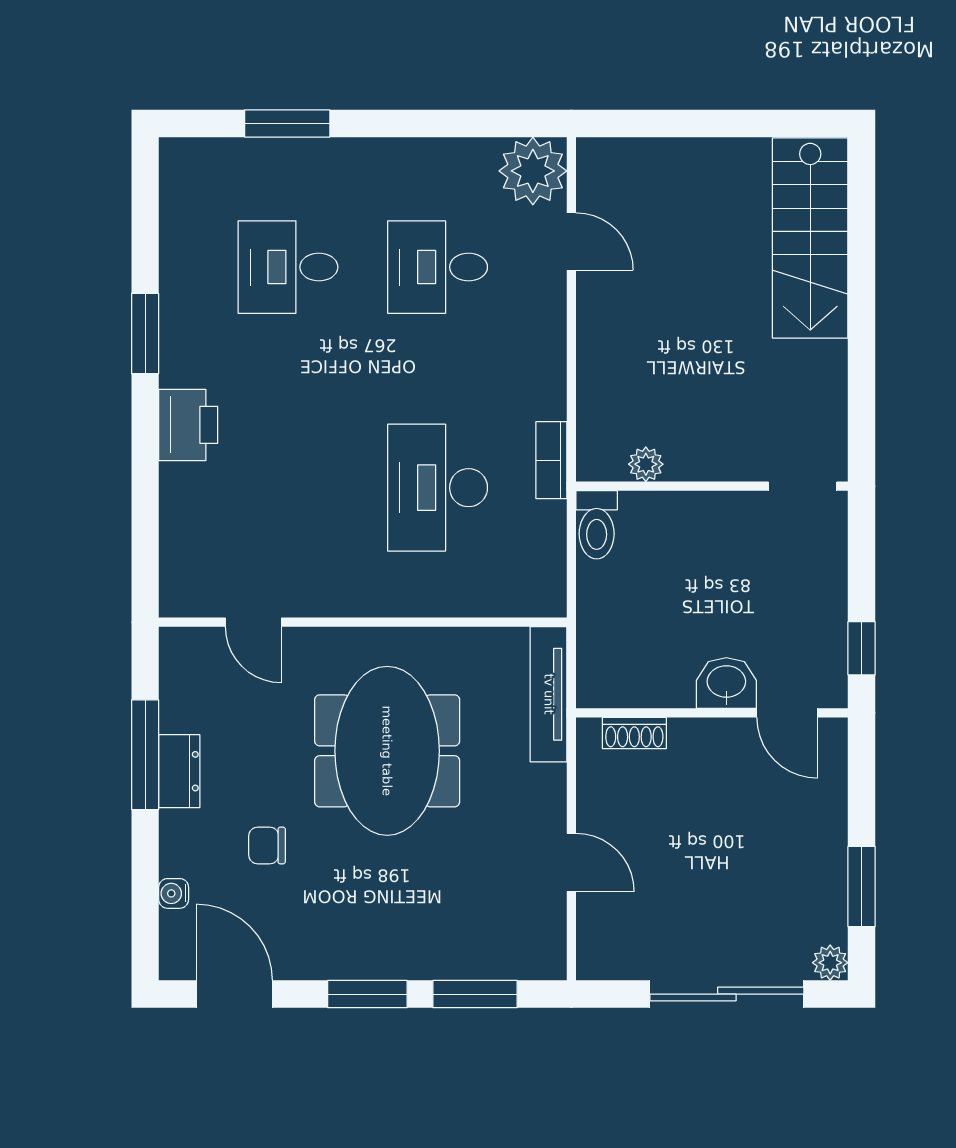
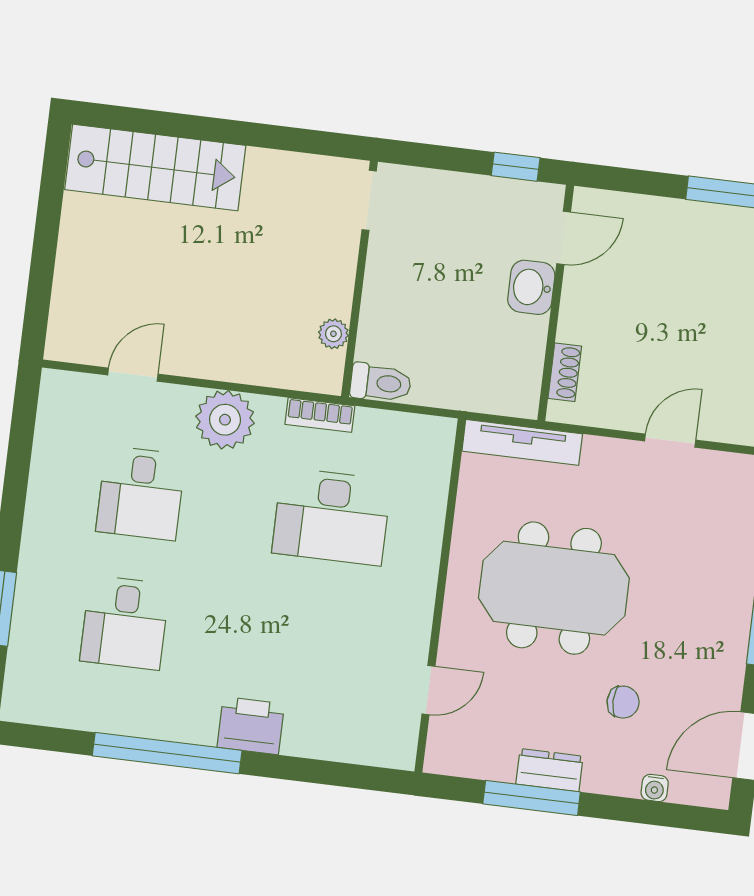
plant: (533, 171) -> (225, 420), moved
window: (145, 333) -> (167, 753), width x2.11
chair: (267, 845) -> (623, 702), turned -90

